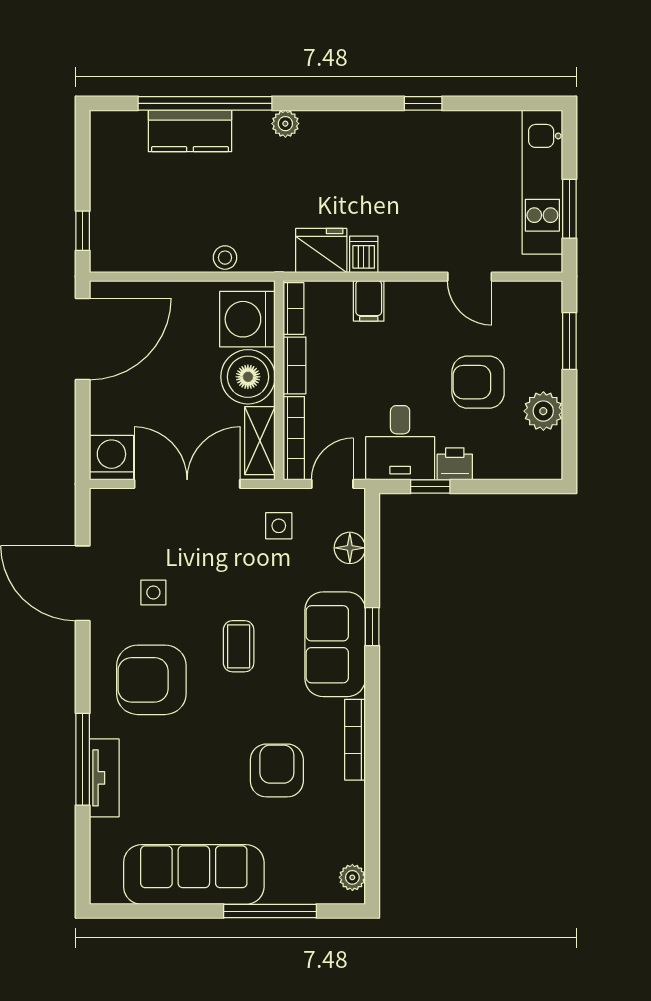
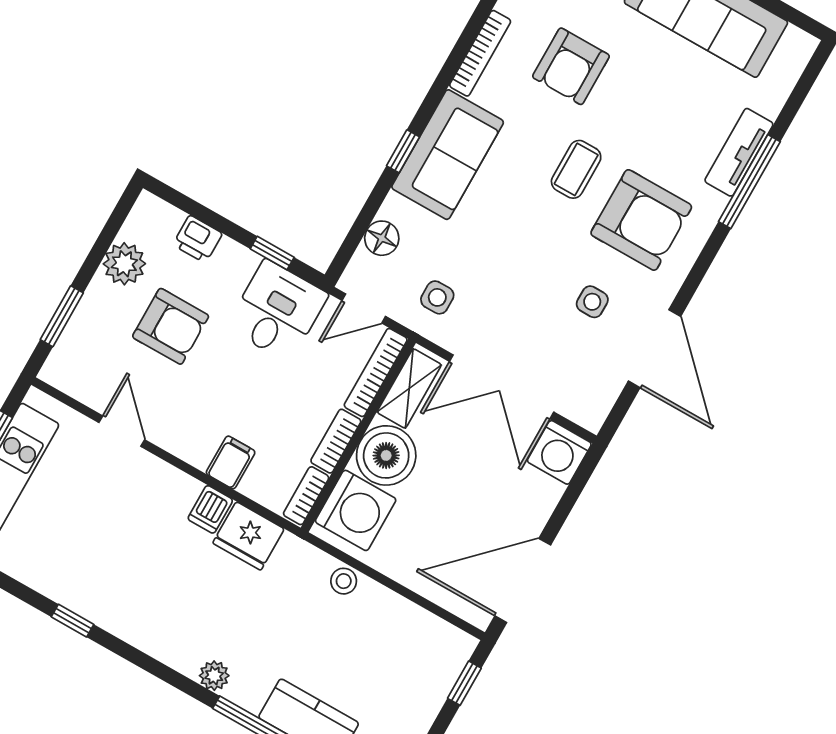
printer: (455, 464) -> (198, 239), moved
coffee table: (239, 646) -> (576, 169), moved

